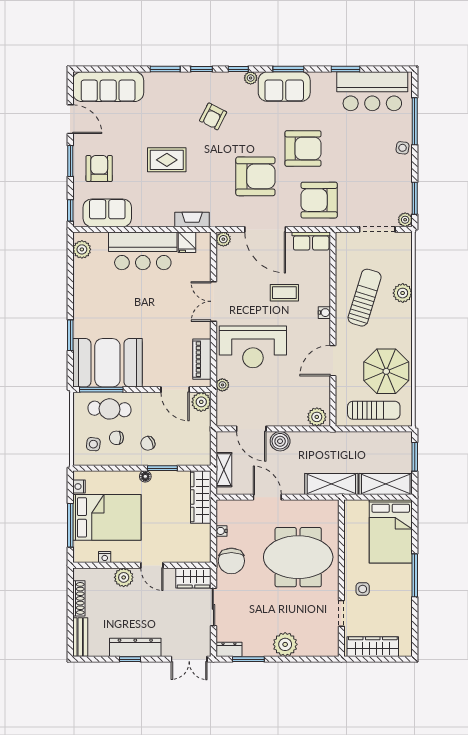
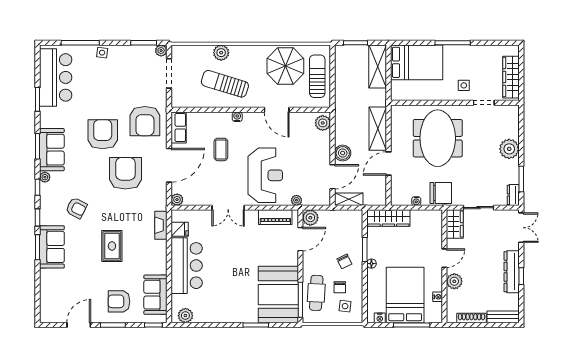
sofa: (108, 87) -> (52, 247), moved, width x0.73
shelving: (224, 470) -> (349, 199), moved
shelving: (331, 484) -> (378, 129), moved

